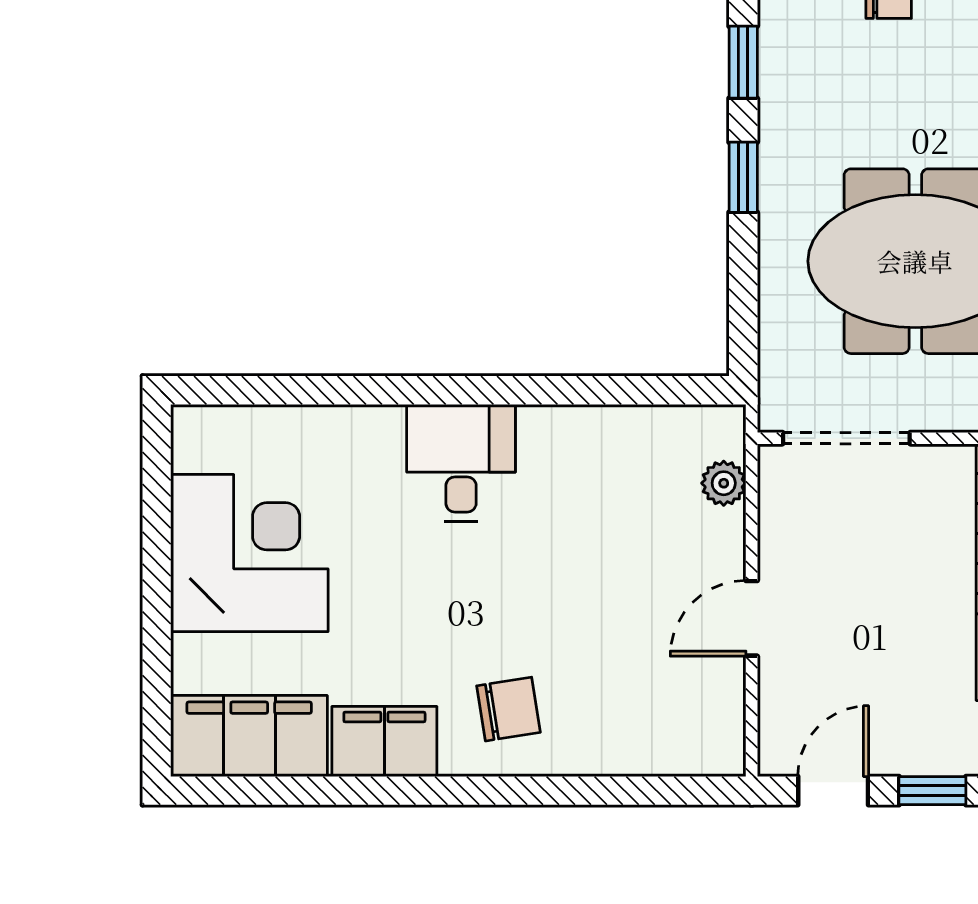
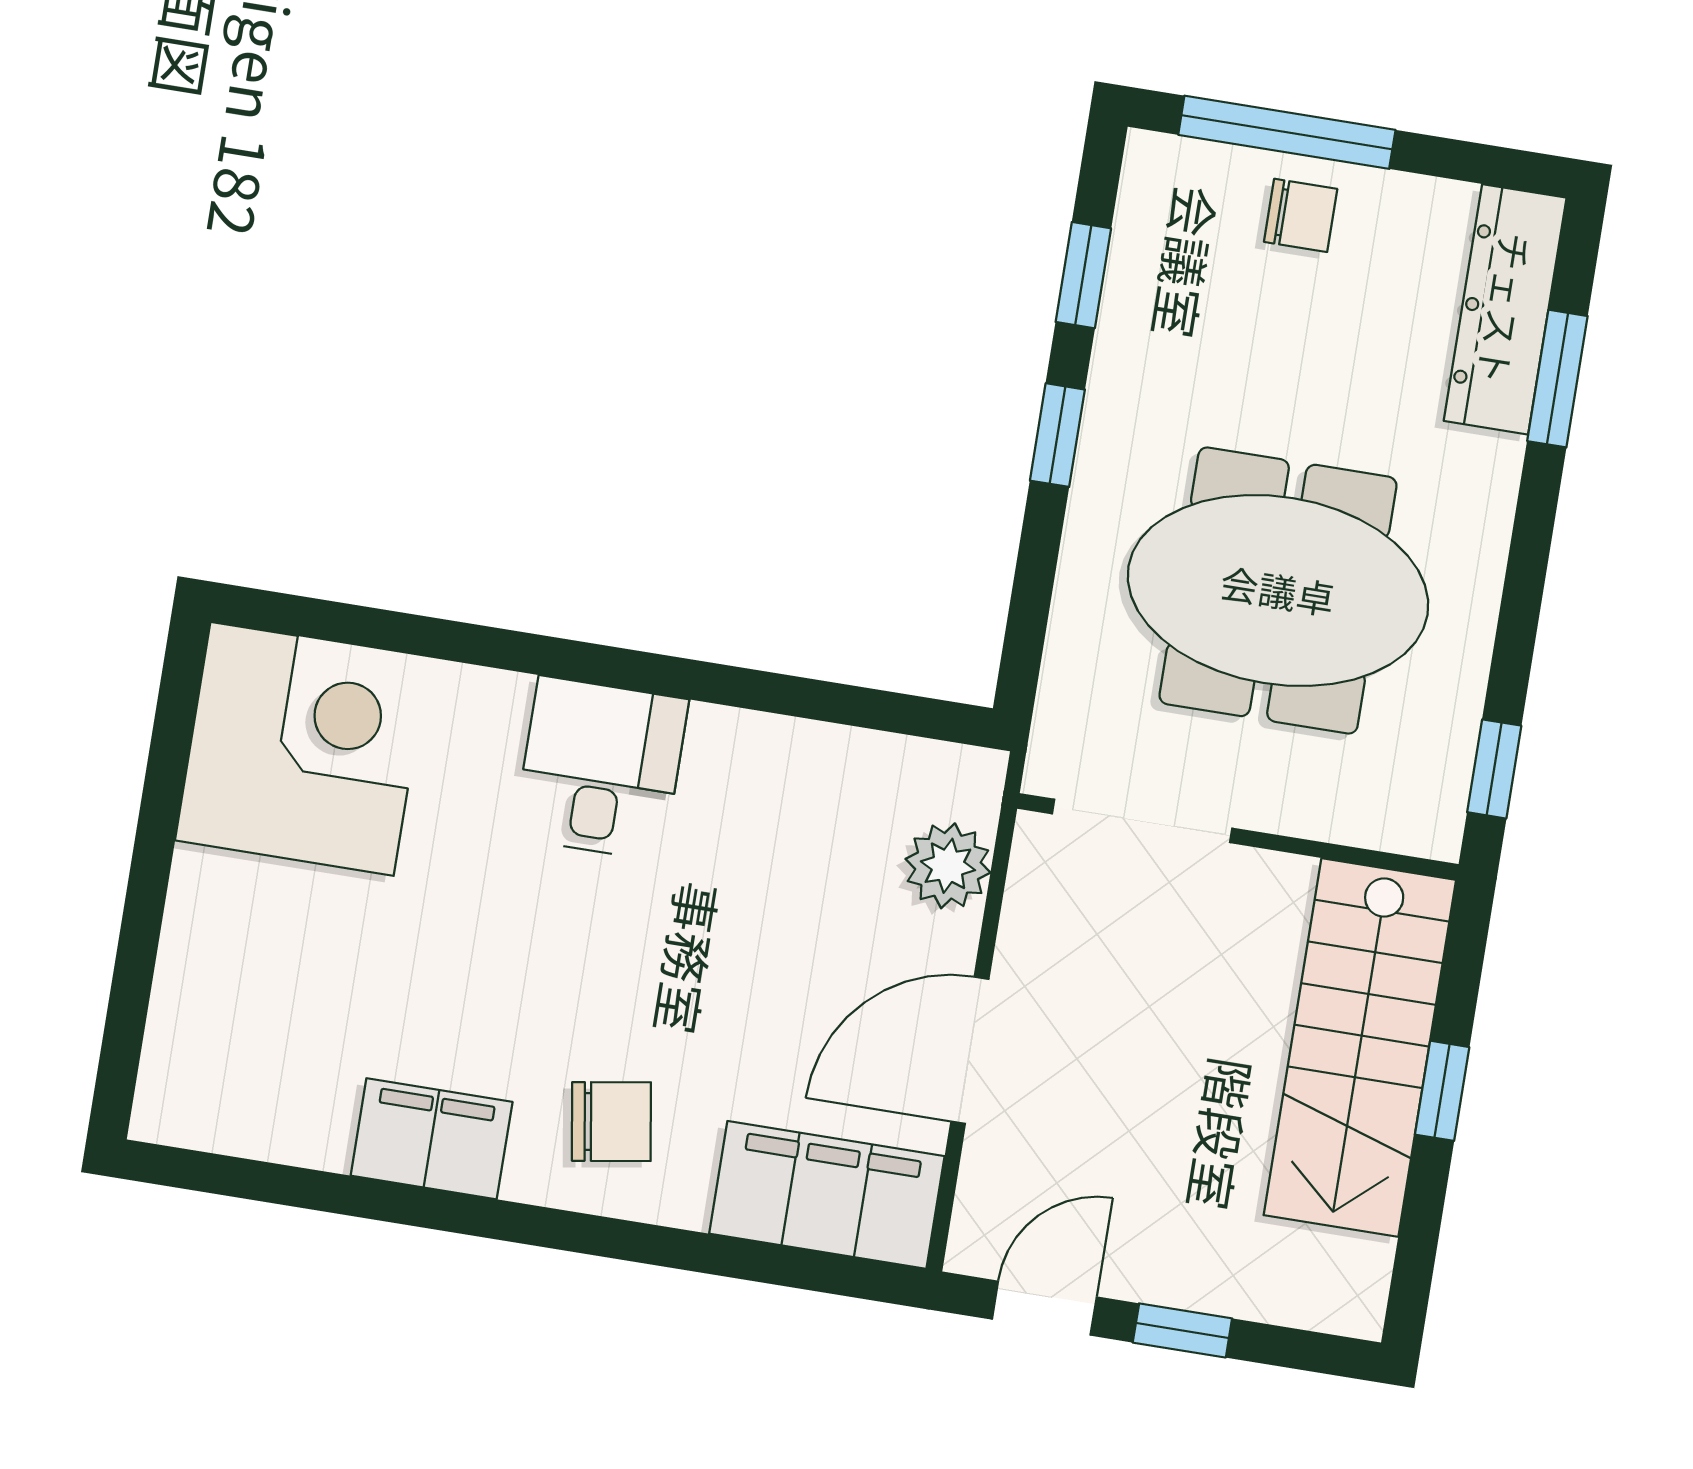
plant: (724, 483) -> (948, 866), width x1.38, depth x1.38
corner desk: (249, 553) -> (302, 749), moved
door: (752, 618) -> (970, 1050), width x1.38
filing cabinet: (249, 736) -> (827, 1195), moved

